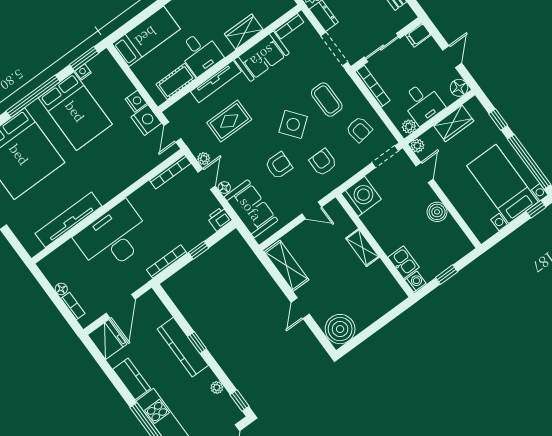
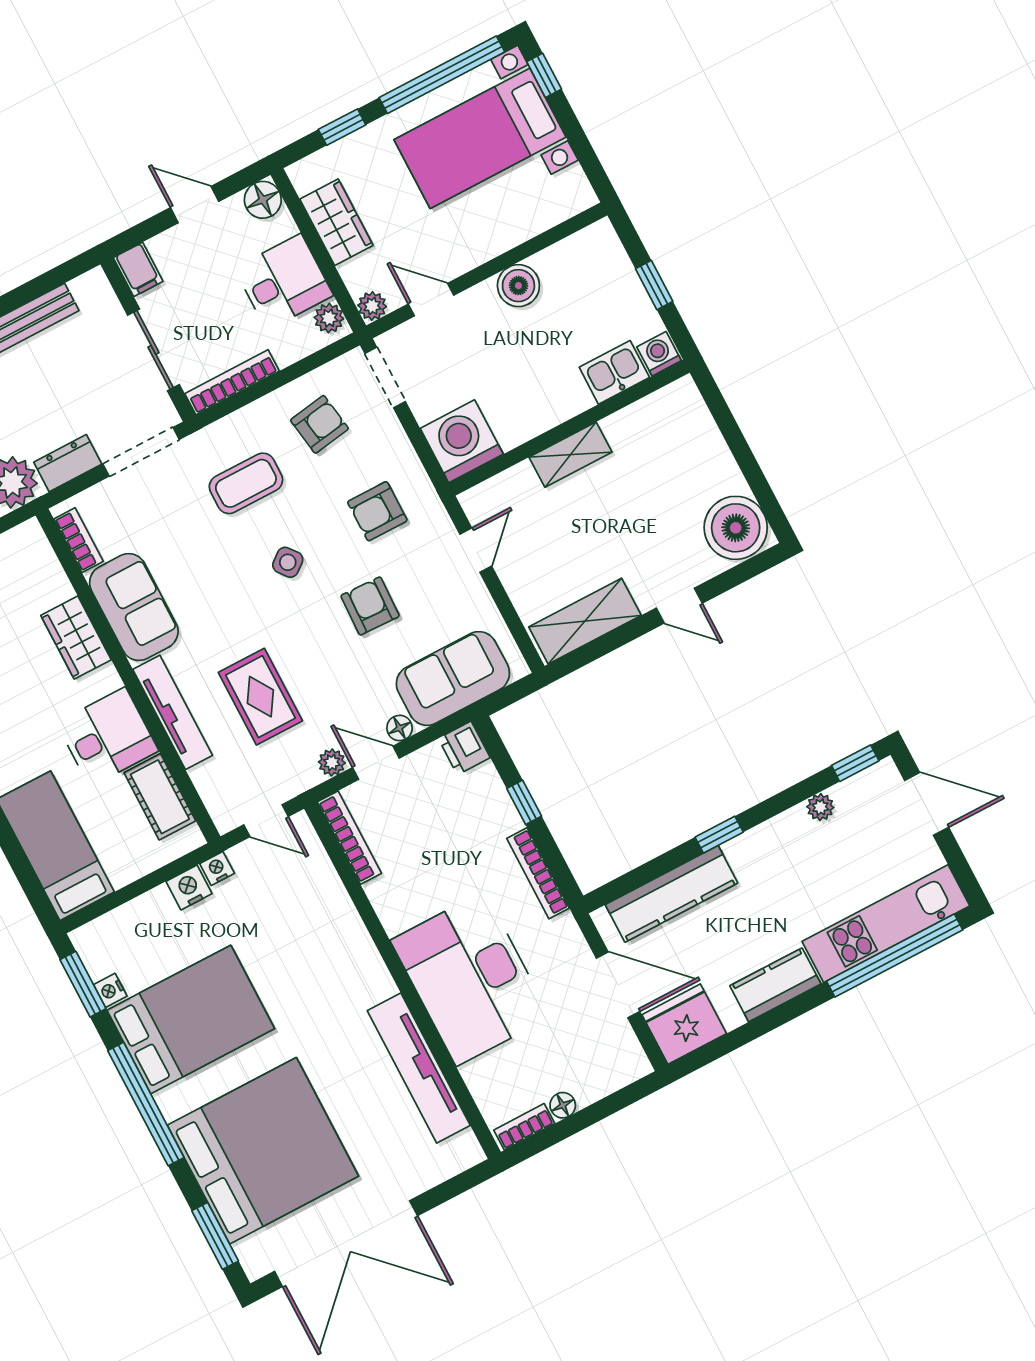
nightstand: (146, 120) -> (217, 868), width x0.53, depth x0.56
side table: (293, 124) -> (288, 562), width x0.54, depth x0.54
bookcase: (73, 306) -> (524, 1127), moved
kitchen counter: (183, 347) -> (672, 894), moved

